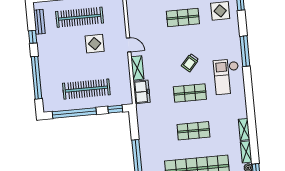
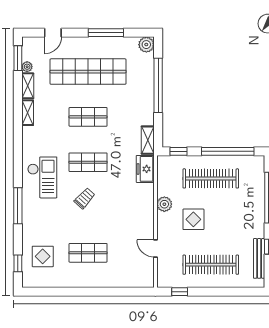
bench: (39, 22) -> (259, 258), width x1.36
display table: (95, 44) -> (193, 219), moved
door: (129, 45) -> (155, 249), moved
plant: (123, 64) -> (164, 204), added
shelving: (137, 68) -> (148, 140), moved

